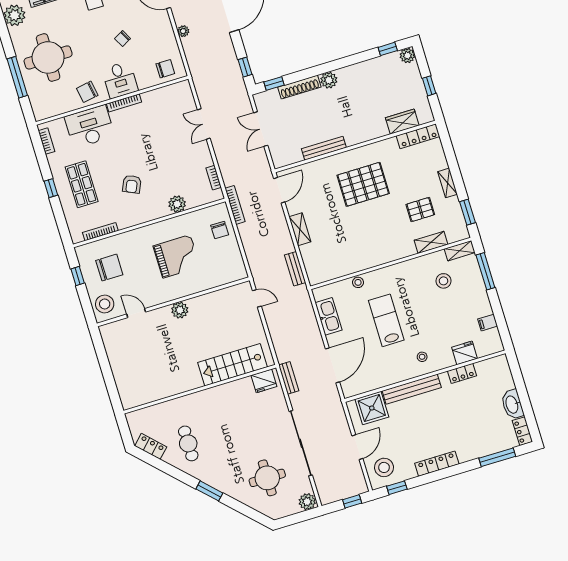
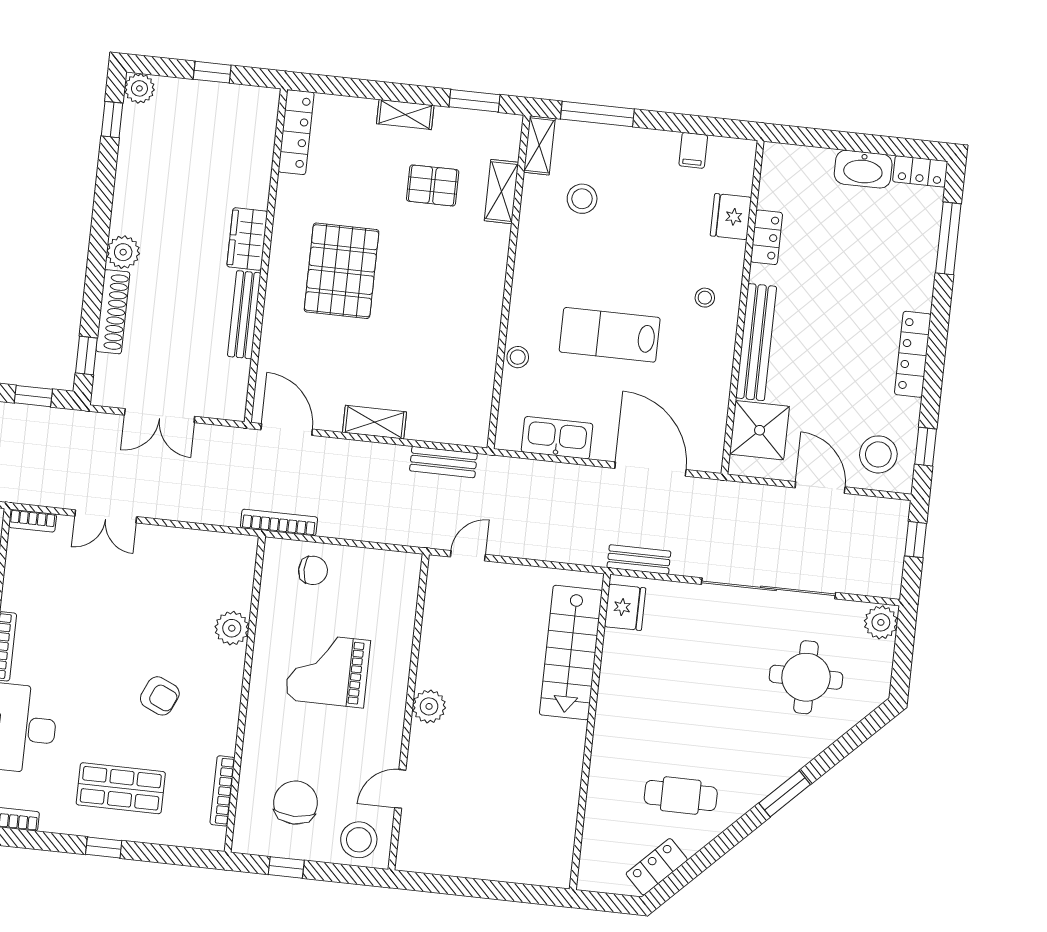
wardrobe: (402, 122) -> (247, 239), moved
bookcase: (214, 178) -> (33, 521), moved
pallet: (420, 210) -> (433, 185), turned 90
grand piano: (177, 256) -> (328, 670), turned -90

